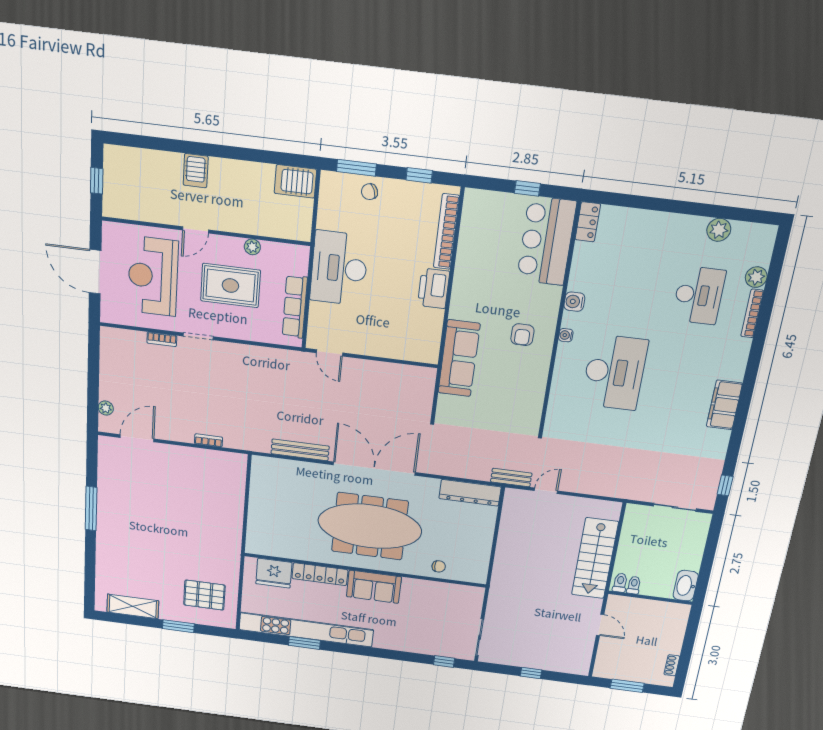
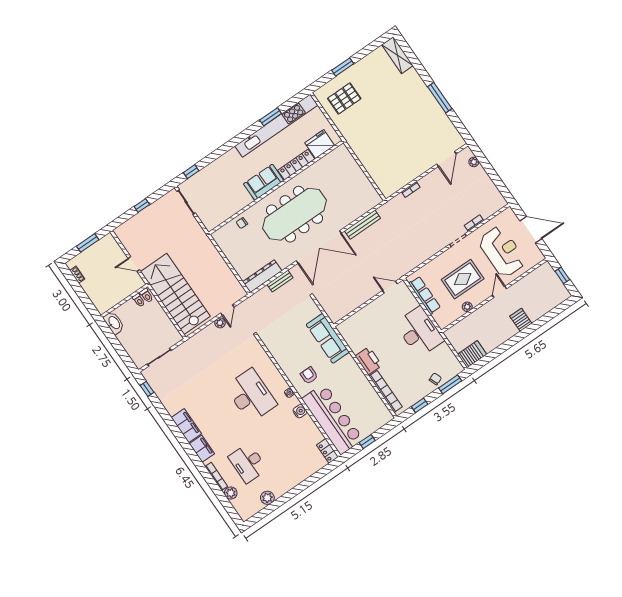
bar counter: (546, 241) -> (332, 419), width x1.36
filing cabinet: (735, 362) -> (202, 449), added
desk: (614, 372) -> (251, 396), turned 180
bench: (511, 477) -> (280, 281), moved
plant: (568, 484) -> (220, 323), added
stairs: (595, 558) -> (175, 294), width x1.36, depth x1.51
shelving: (133, 606) -> (397, 55), moved, turned 90

